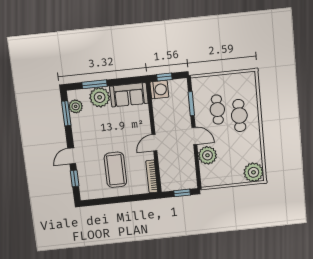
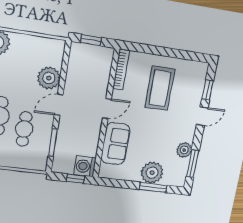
sofa: (129, 95) -> (115, 144), moved, turned 90
plant: (76, 106) -> (184, 150), moved
door: (194, 136) -> (59, 105), hinge flipped

